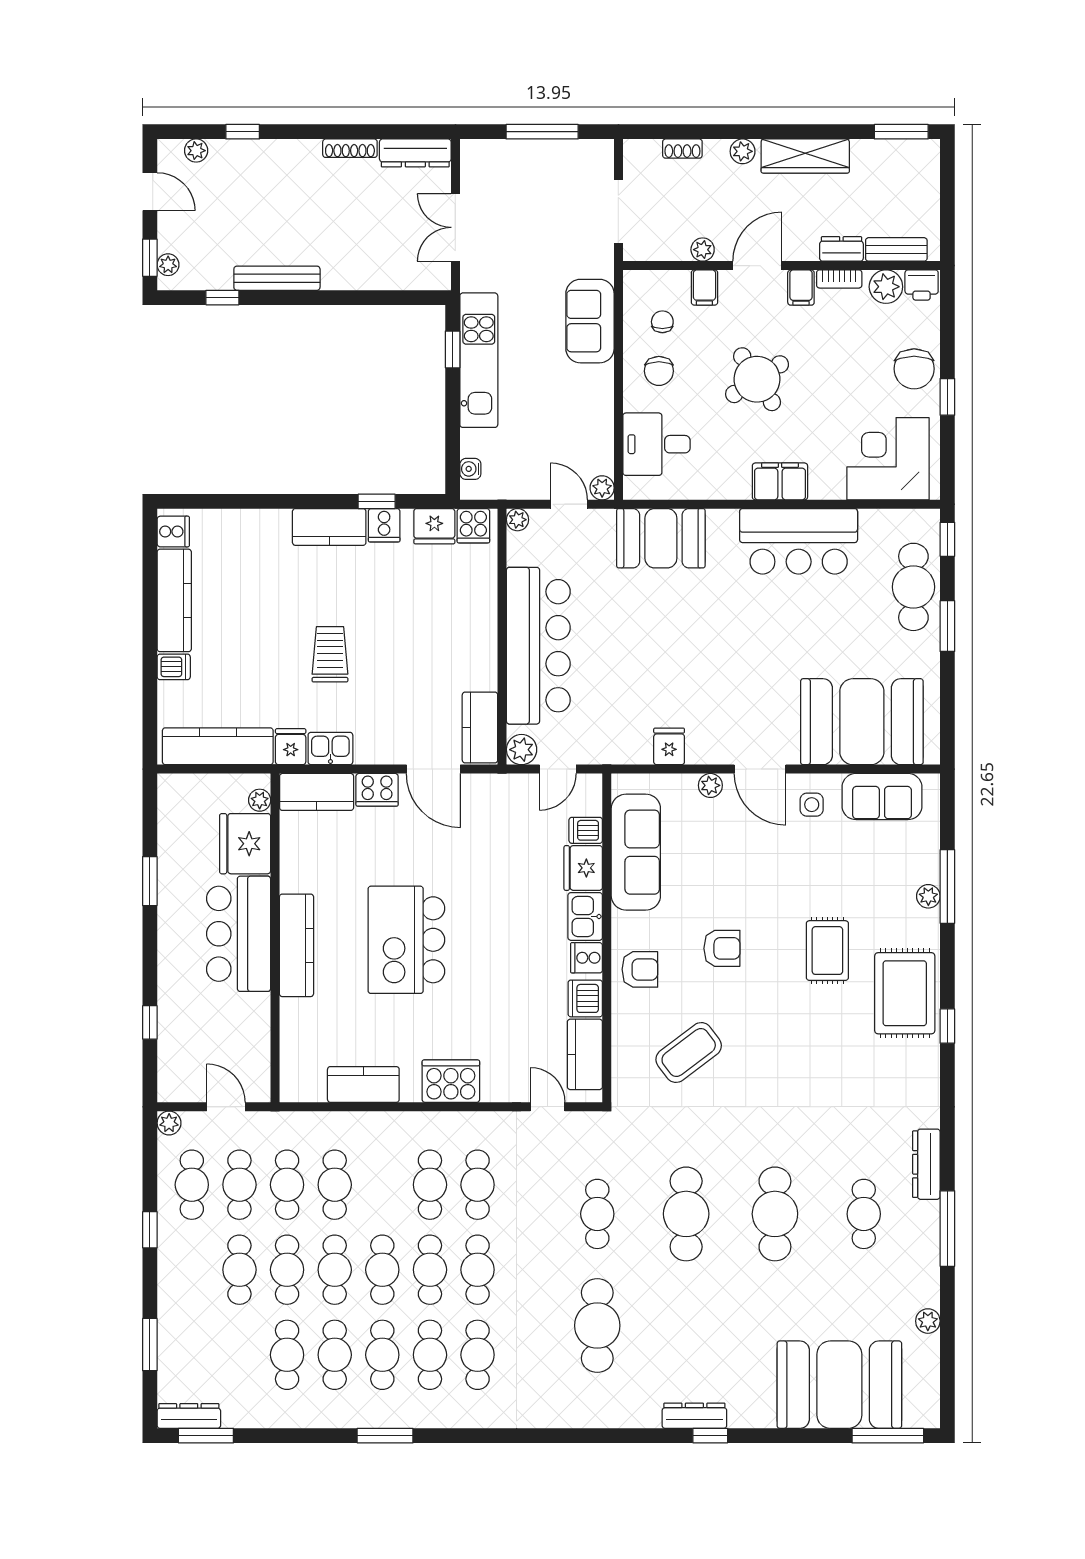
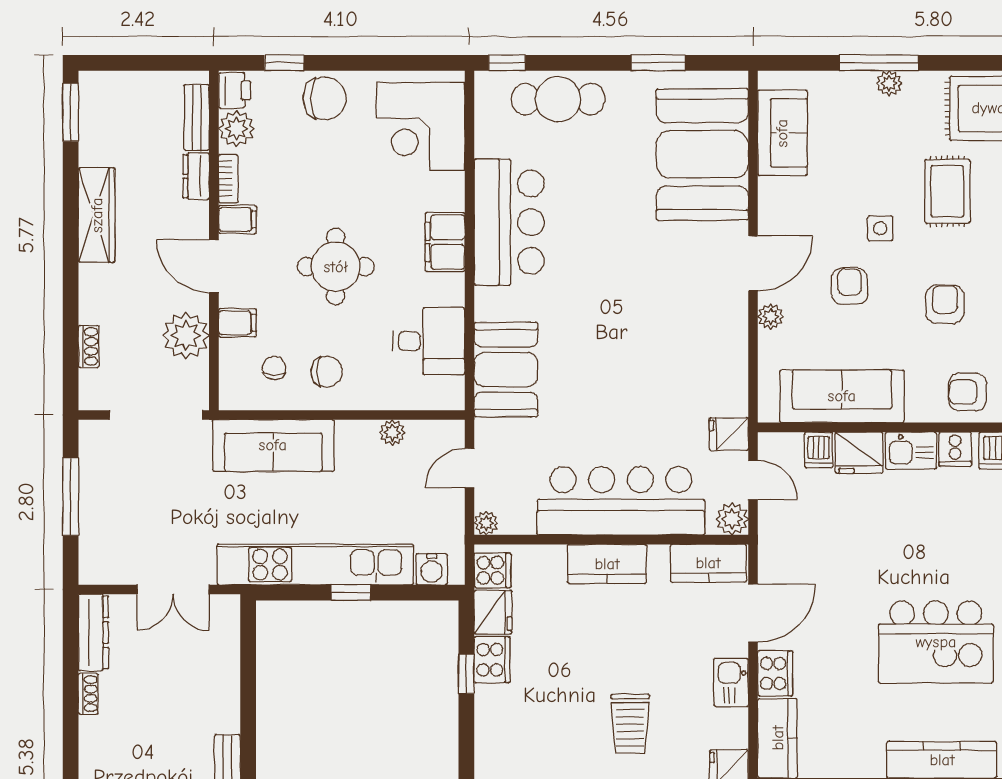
shoe rack: (350, 148) -> (88, 694), width x0.70
plant: (743, 151) -> (92, 282), removed
doorway: (618, 212) -> (156, 415), width x1.36
plant: (703, 250) -> (186, 336), width x1.87, depth x1.87
sofa: (590, 321) -> (273, 445), width x1.36
chair: (662, 322) -> (274, 368), turned 90
window: (453, 349) -> (351, 593), moved
kitchen unit: (479, 360) -> (315, 564), width x1.36
round table: (757, 379) -> (336, 267), turned 33
window: (947, 397) -> (284, 63), moved
desk: (656, 444) -> (429, 341), moved, turned -90
water cooler: (470, 469) -> (432, 569), width x1.38, depth x1.38
plant: (602, 488) -> (392, 432), moved
cooker: (384, 525) -> (492, 660), width x1.36
kitchen counter: (329, 527) -> (607, 564), moved, turned 90
window: (947, 626) -> (658, 63), moved
trolley: (330, 654) -> (630, 724), turned -90
fridge: (669, 746) -> (729, 434), moved
kitchen sink: (330, 749) -> (731, 683), moved
side table: (812, 805) -> (880, 228), moved
armchair: (739, 859) -> (850, 286), added
rug: (827, 951) -> (947, 191), turned 90
armchair: (640, 969) -> (968, 392), turned -89

